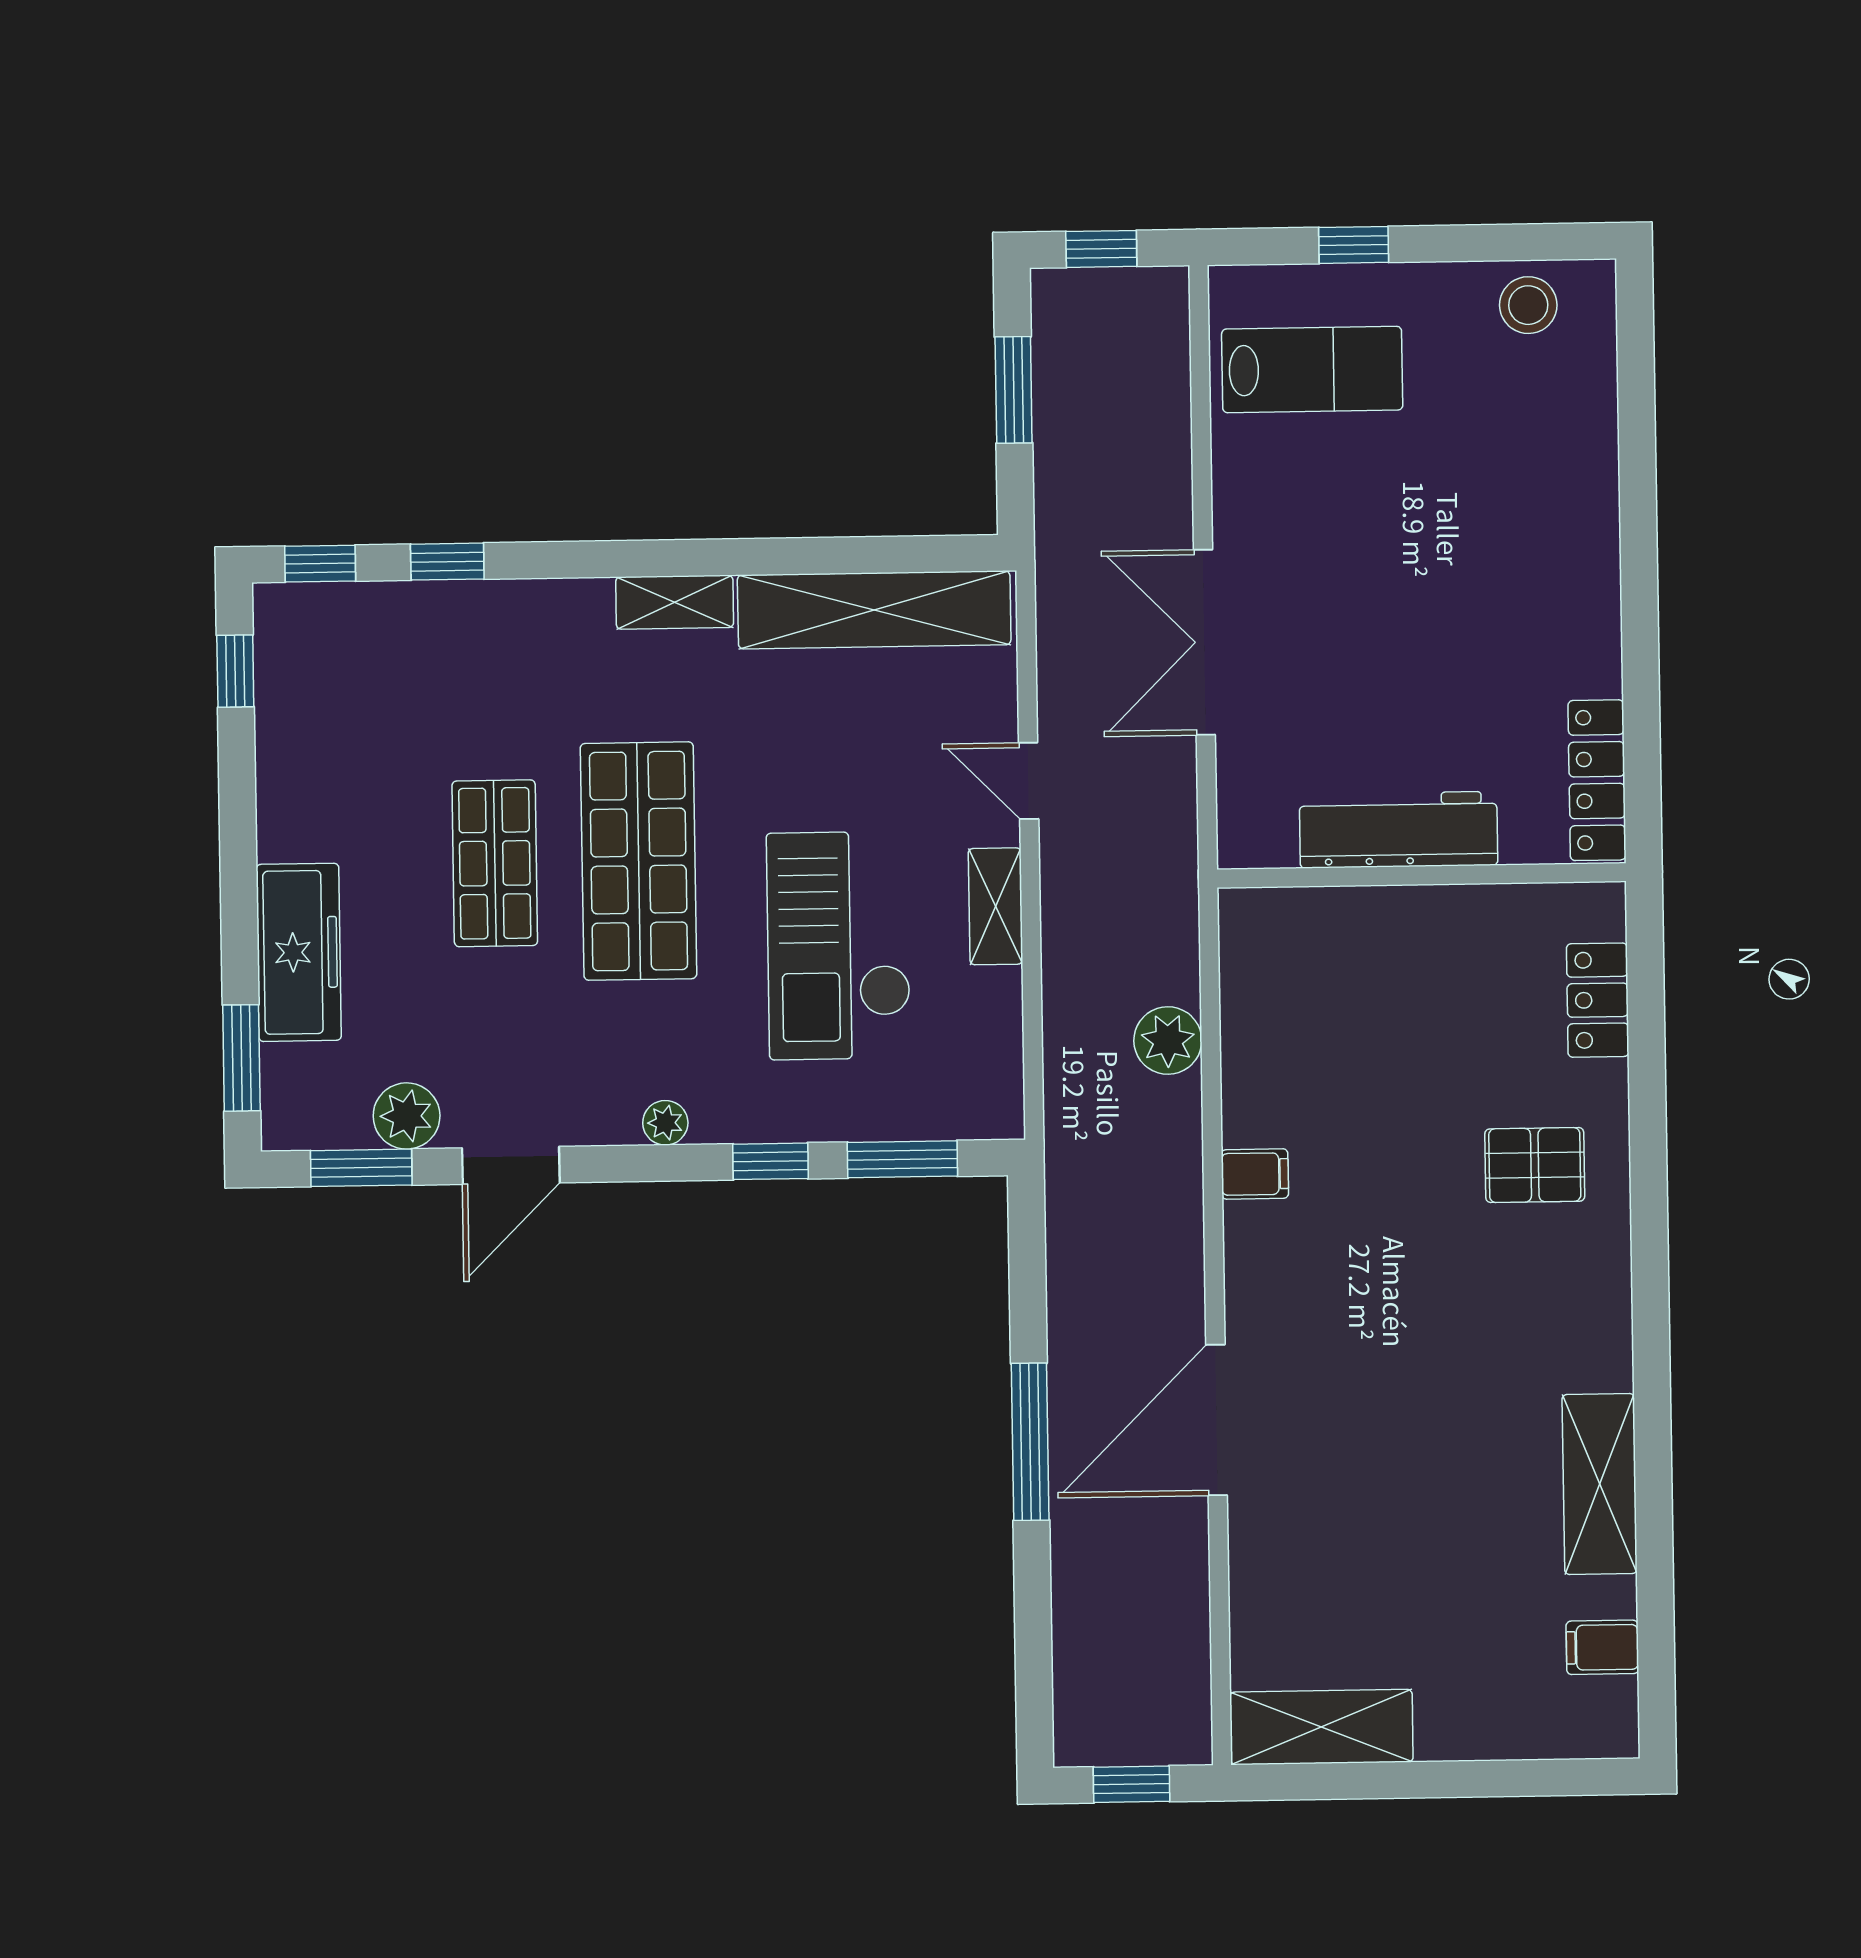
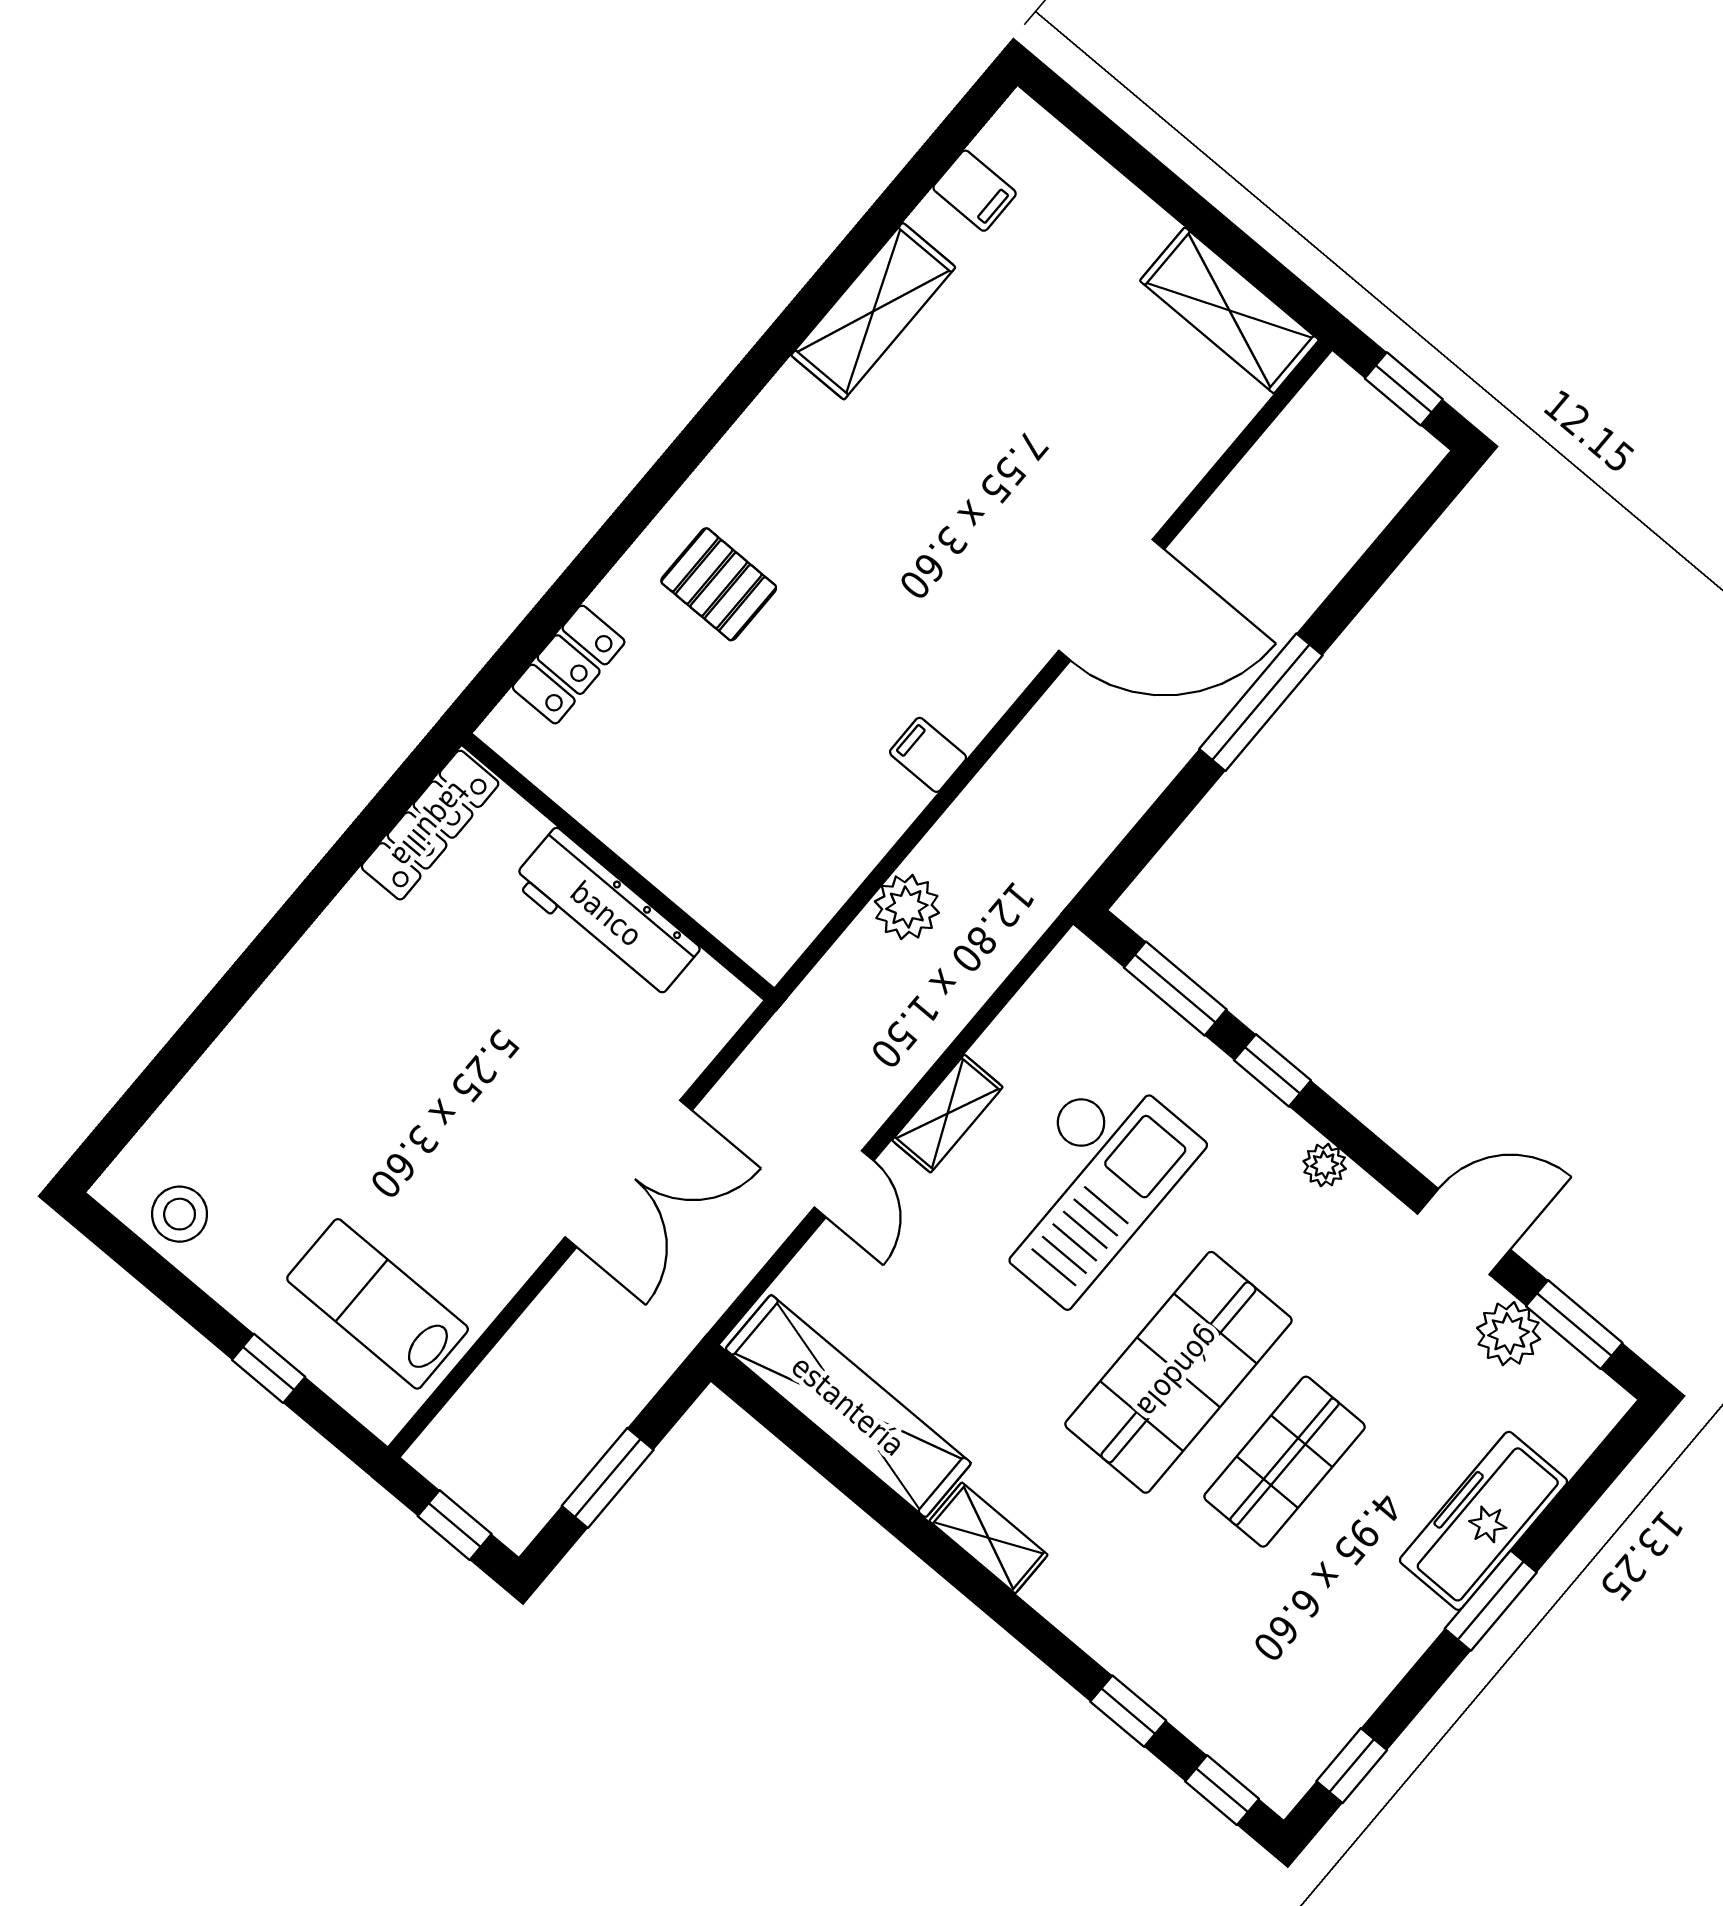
window: (241, 1058) -> (1491, 1601), moved

